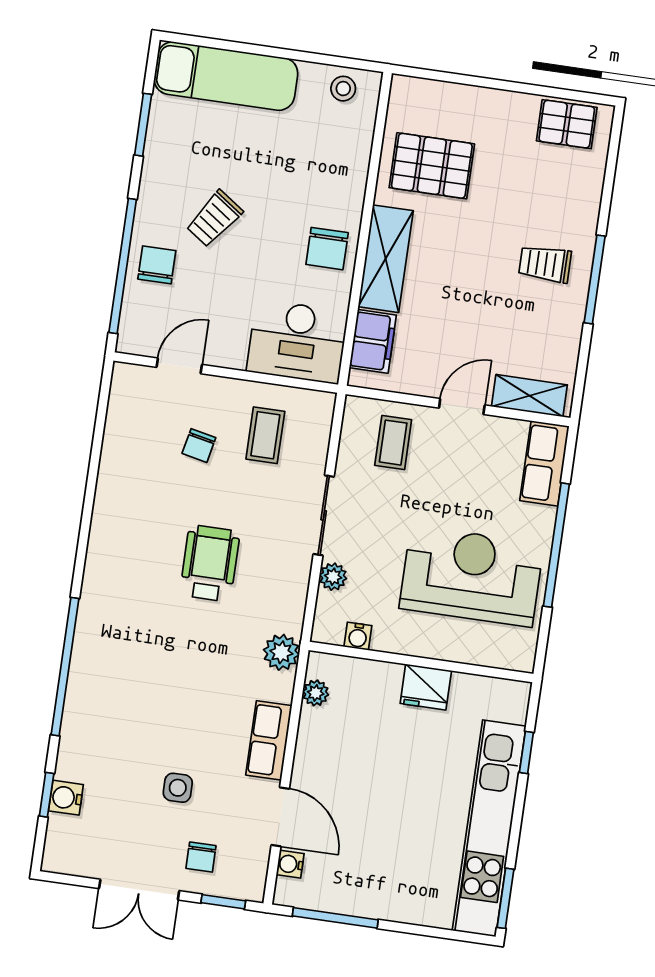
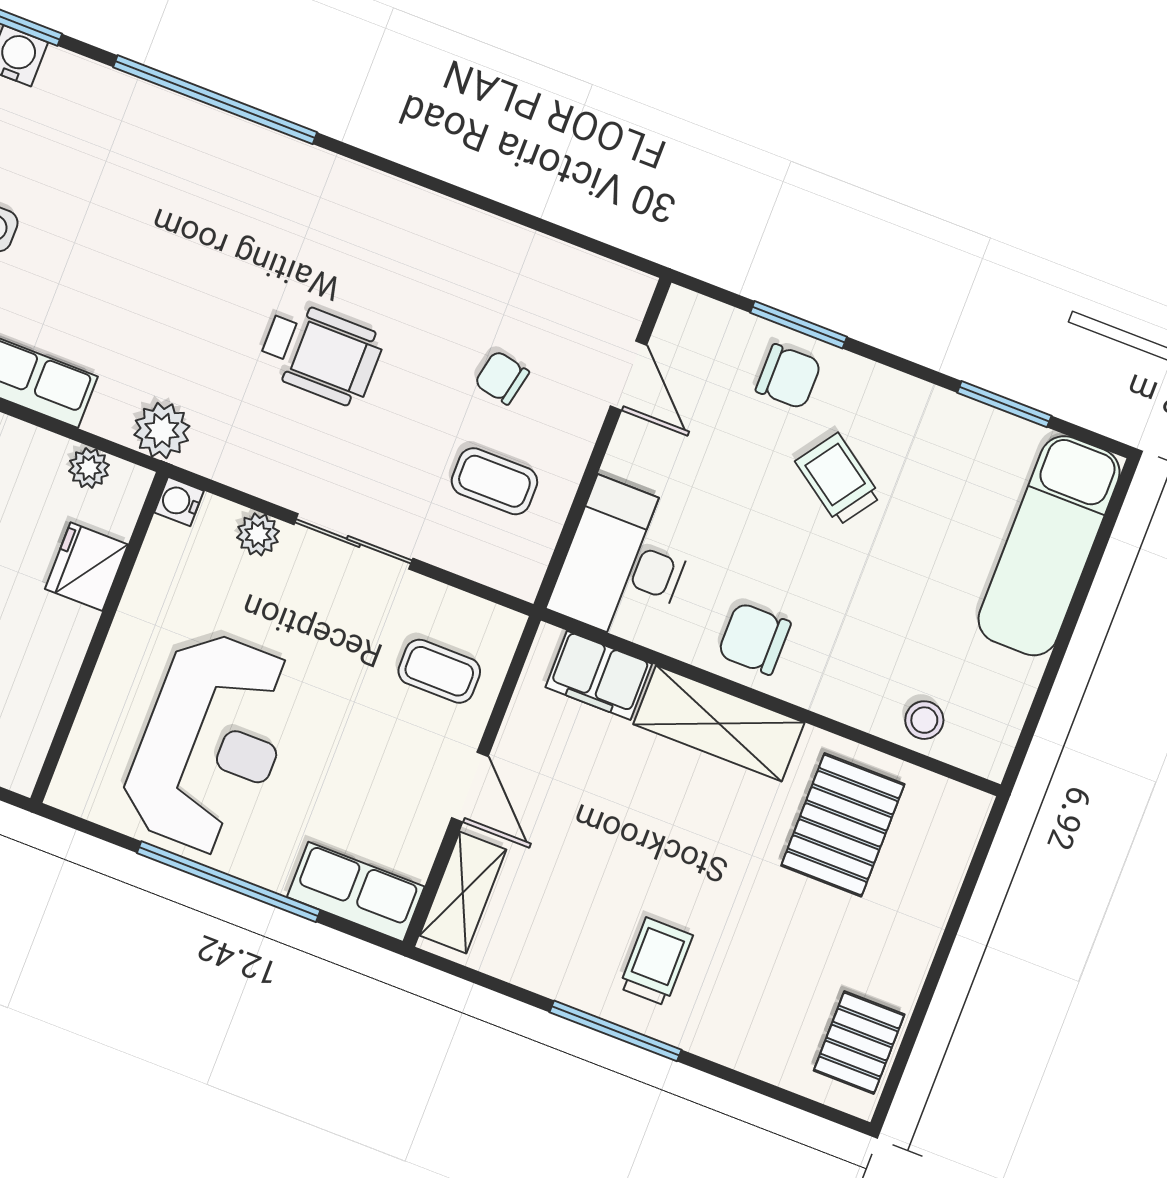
stool: (343, 89) -> (924, 720), moved
window: (123, 266) -> (799, 325), width x0.47
water cooler: (358, 636) -> (179, 502), moved
fridge: (426, 687) -> (87, 567), moved

